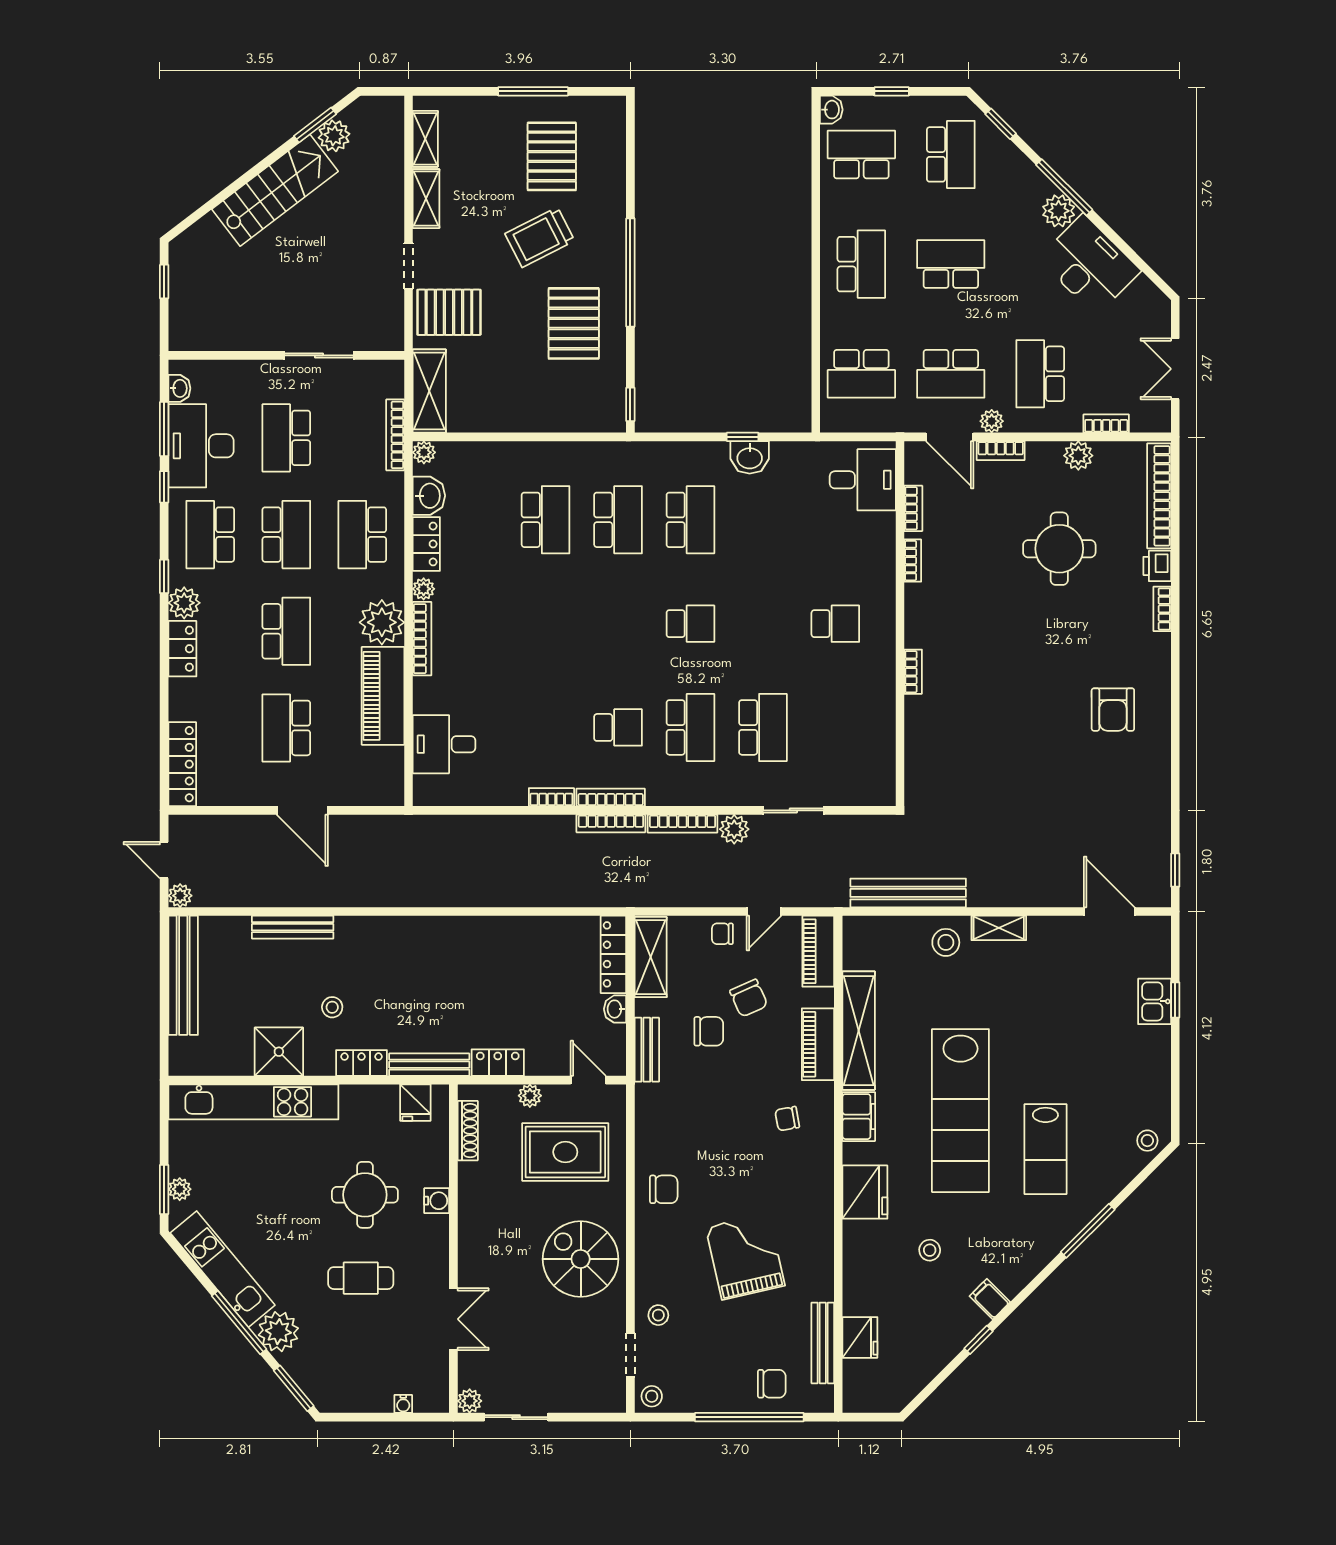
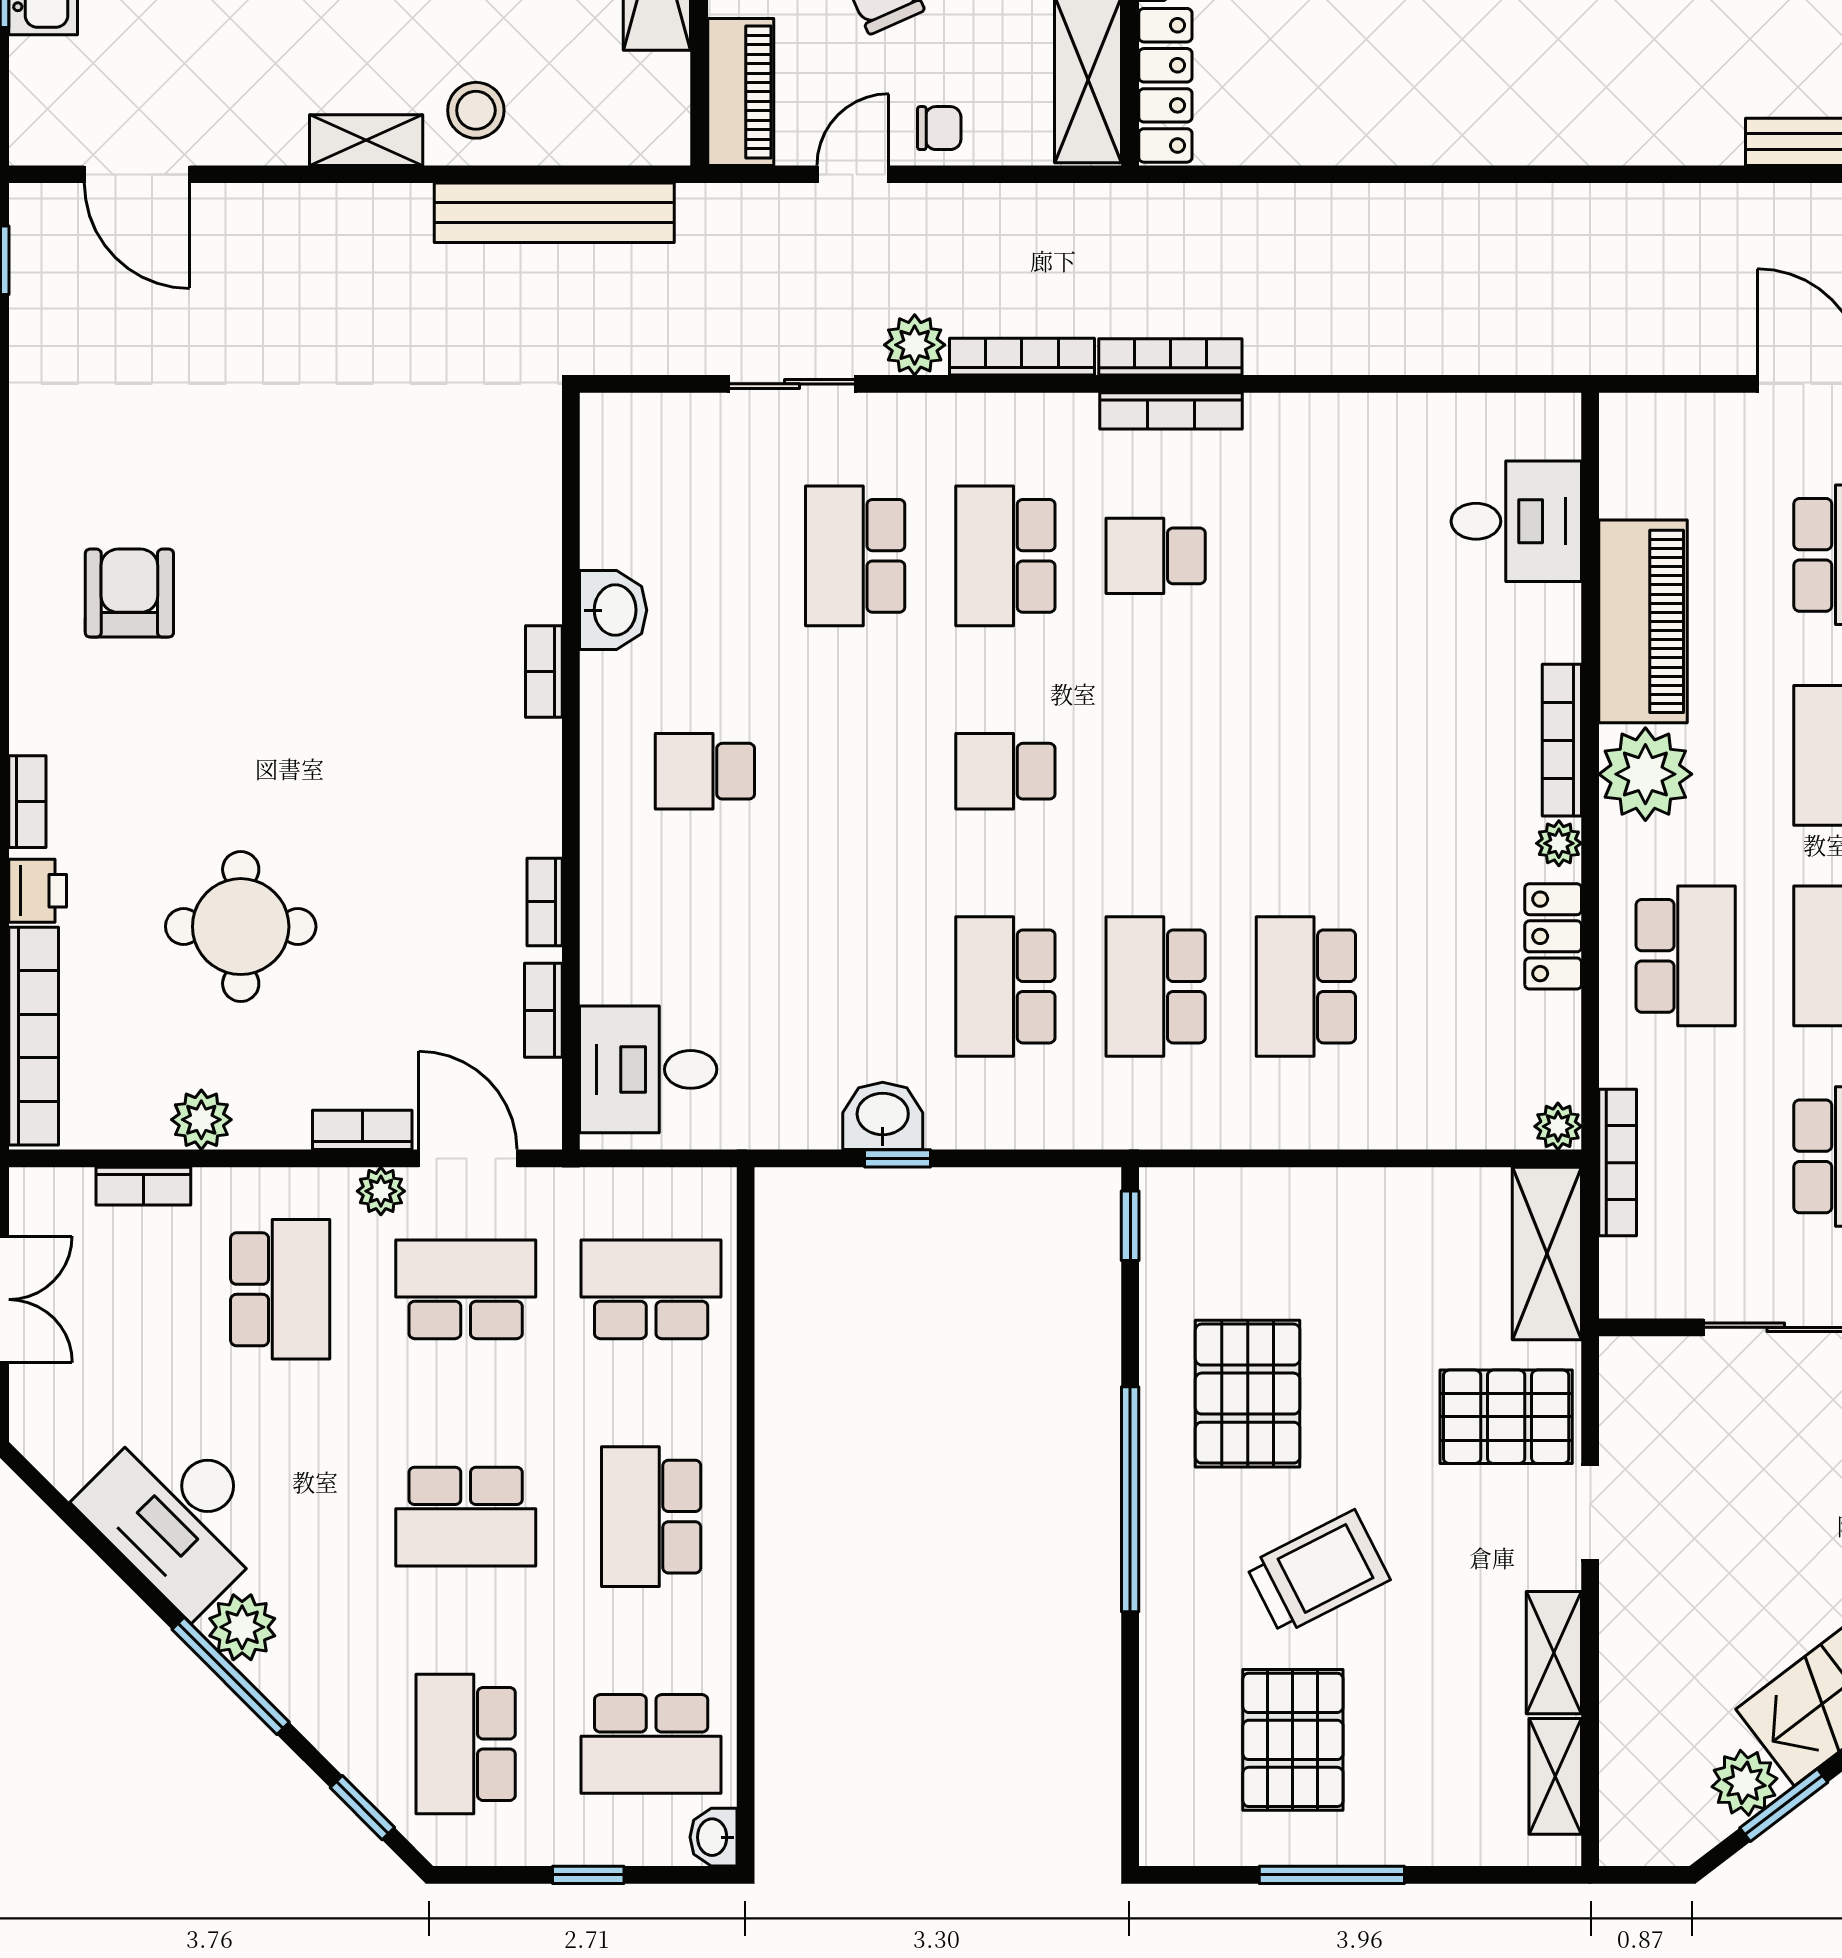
washbasin: (429, 496) -> (613, 610), moved, turned 180
bookcase: (551, 797) -> (1294, 411), removed

